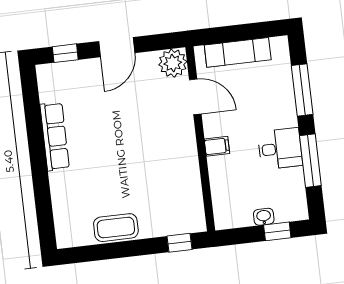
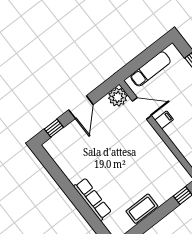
row of seats: (55, 136) -> (93, 199), moved
filing cabinet: (217, 146) -> (164, 120), moved

